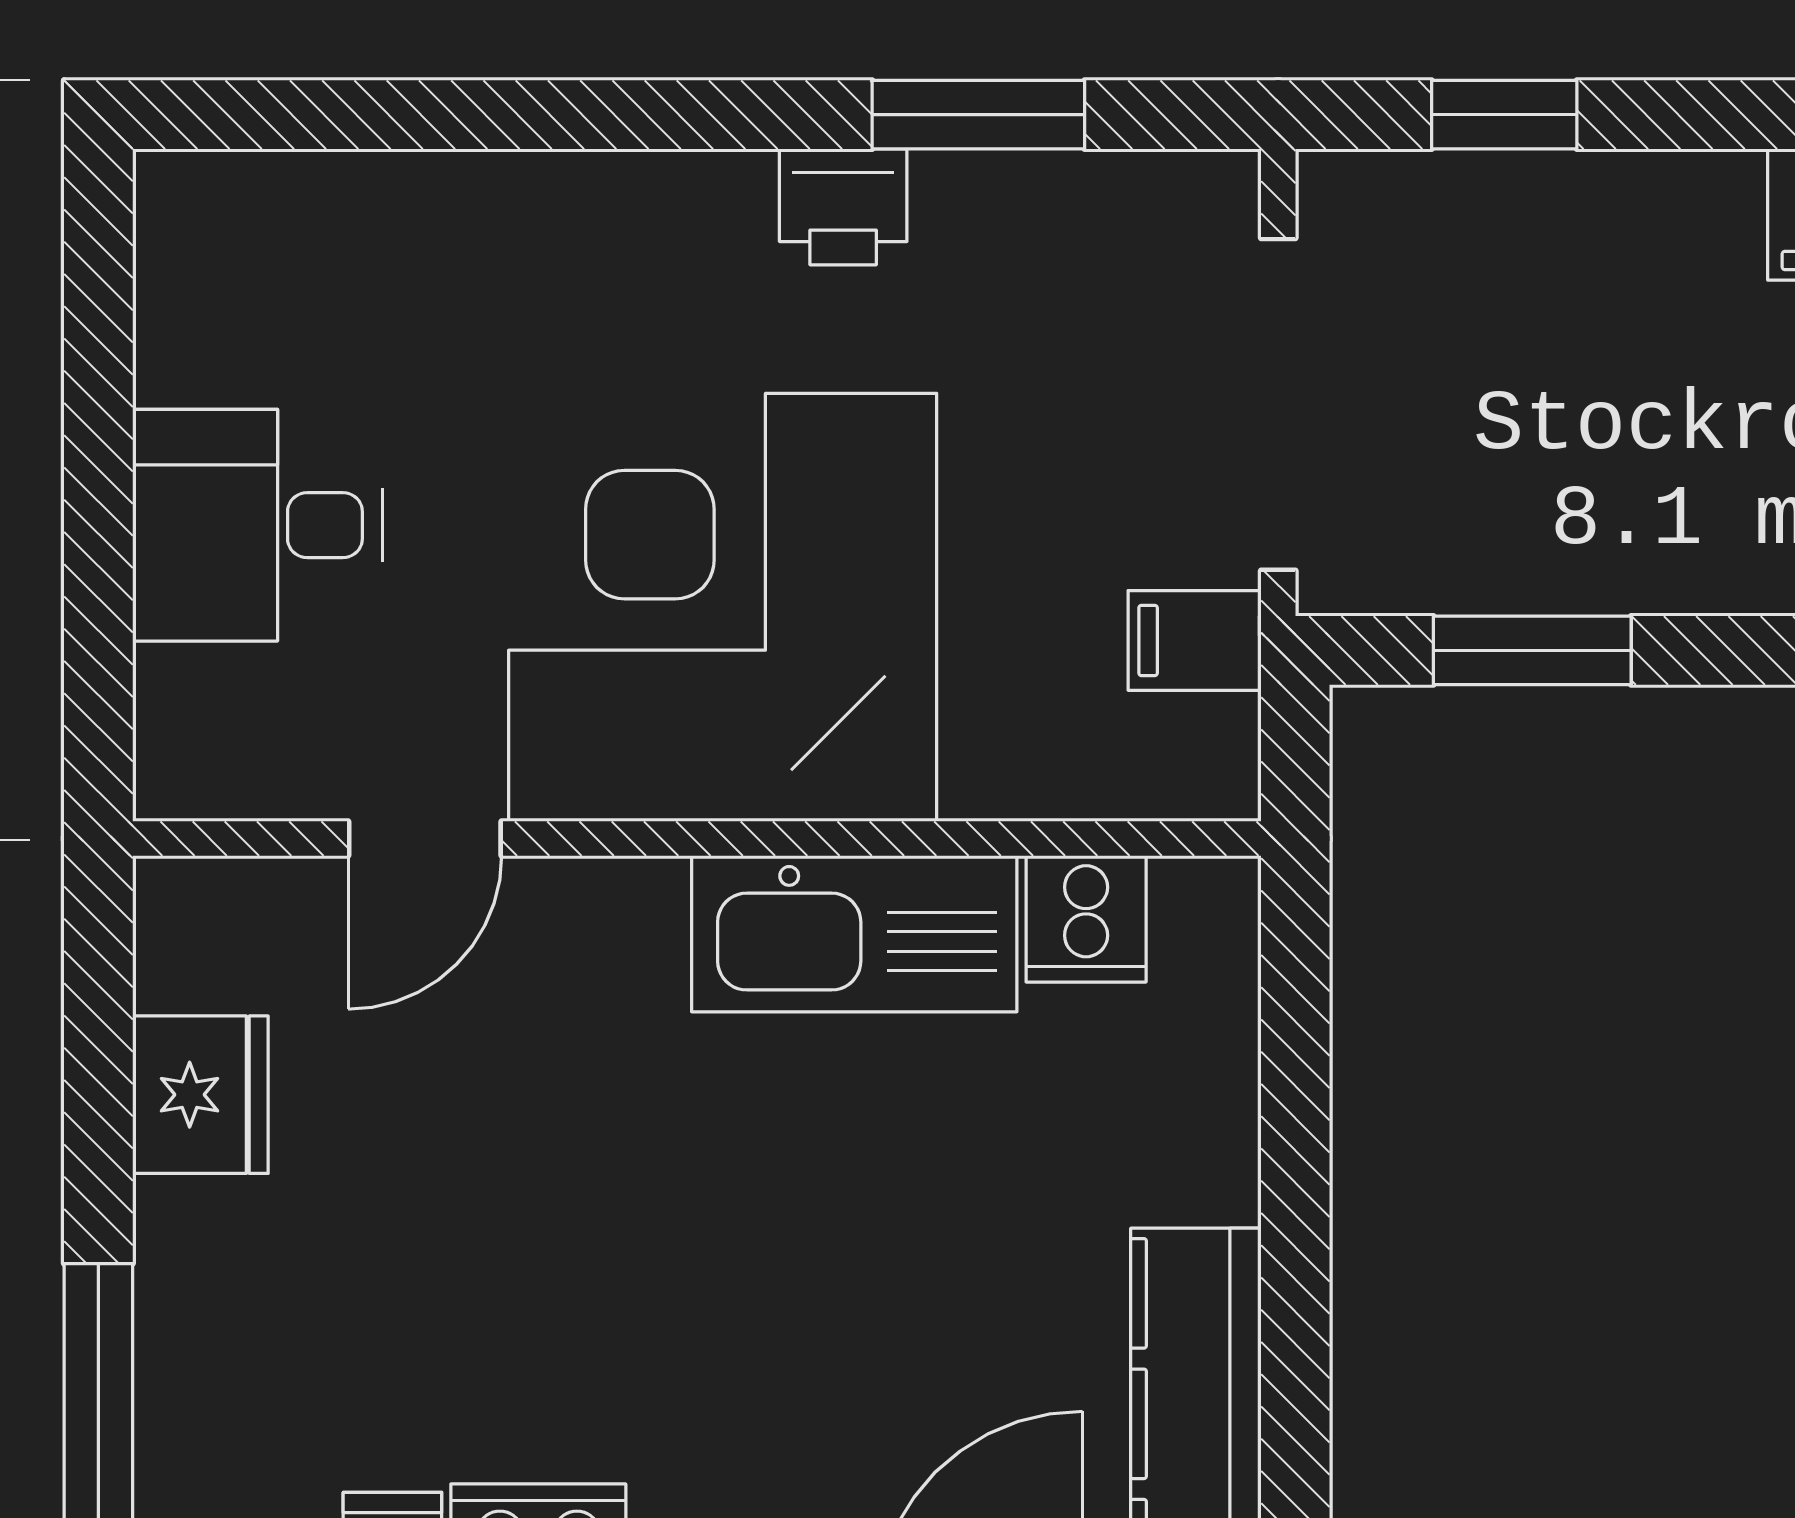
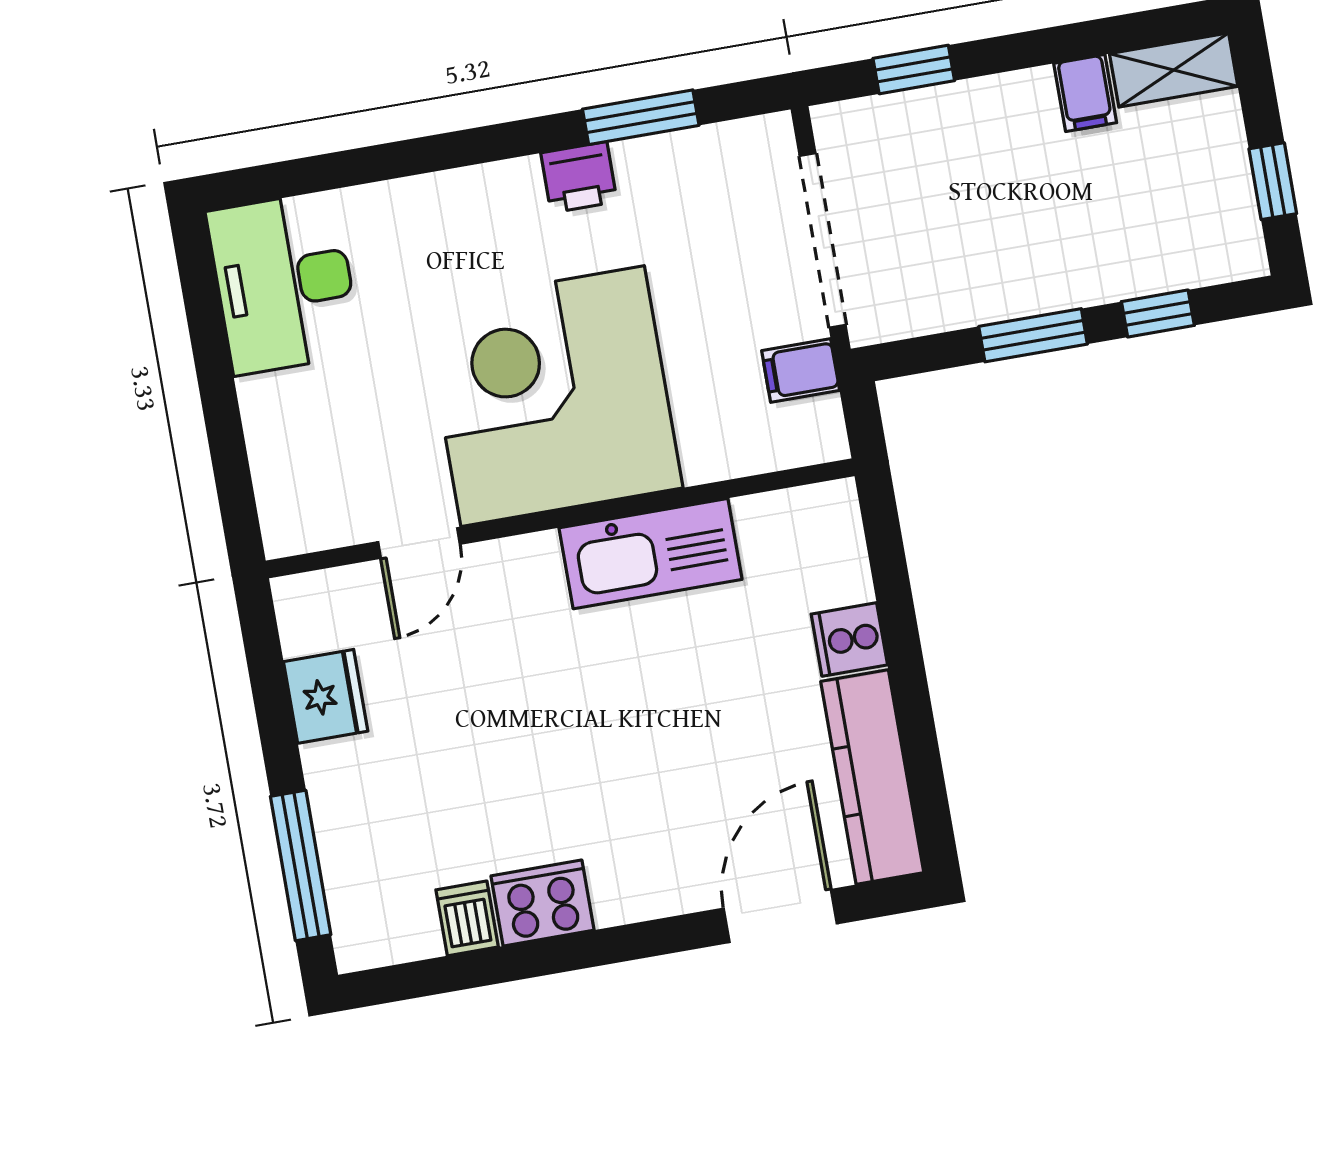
desk: (258, 525) -> (284, 283), moved, width x1.37
window: (1532, 650) -> (1033, 335), moved
cooker: (1086, 919) -> (849, 639), moved, turned 90

